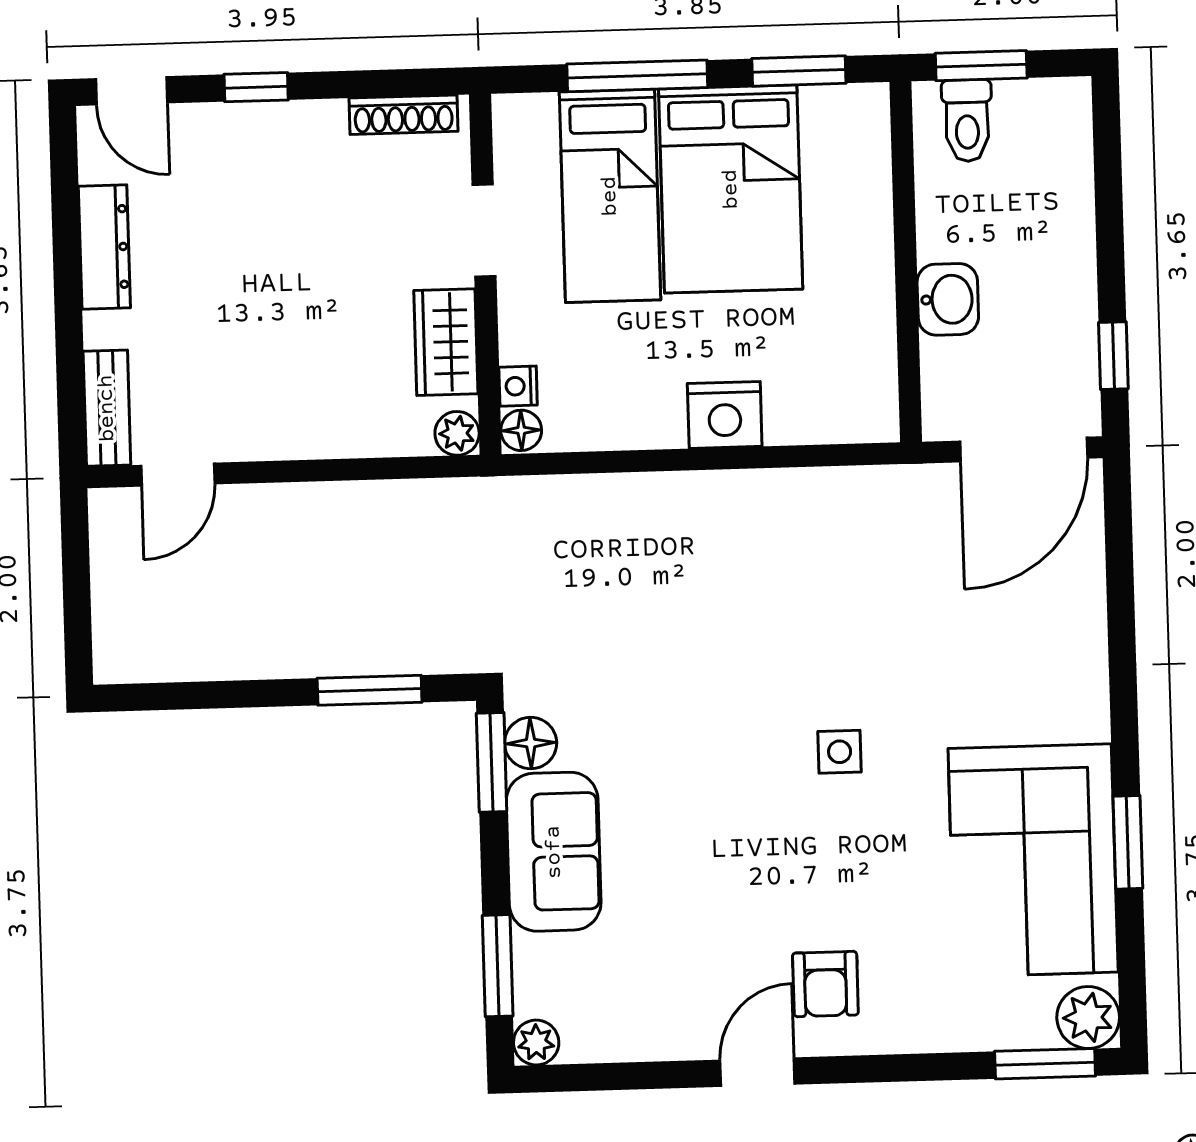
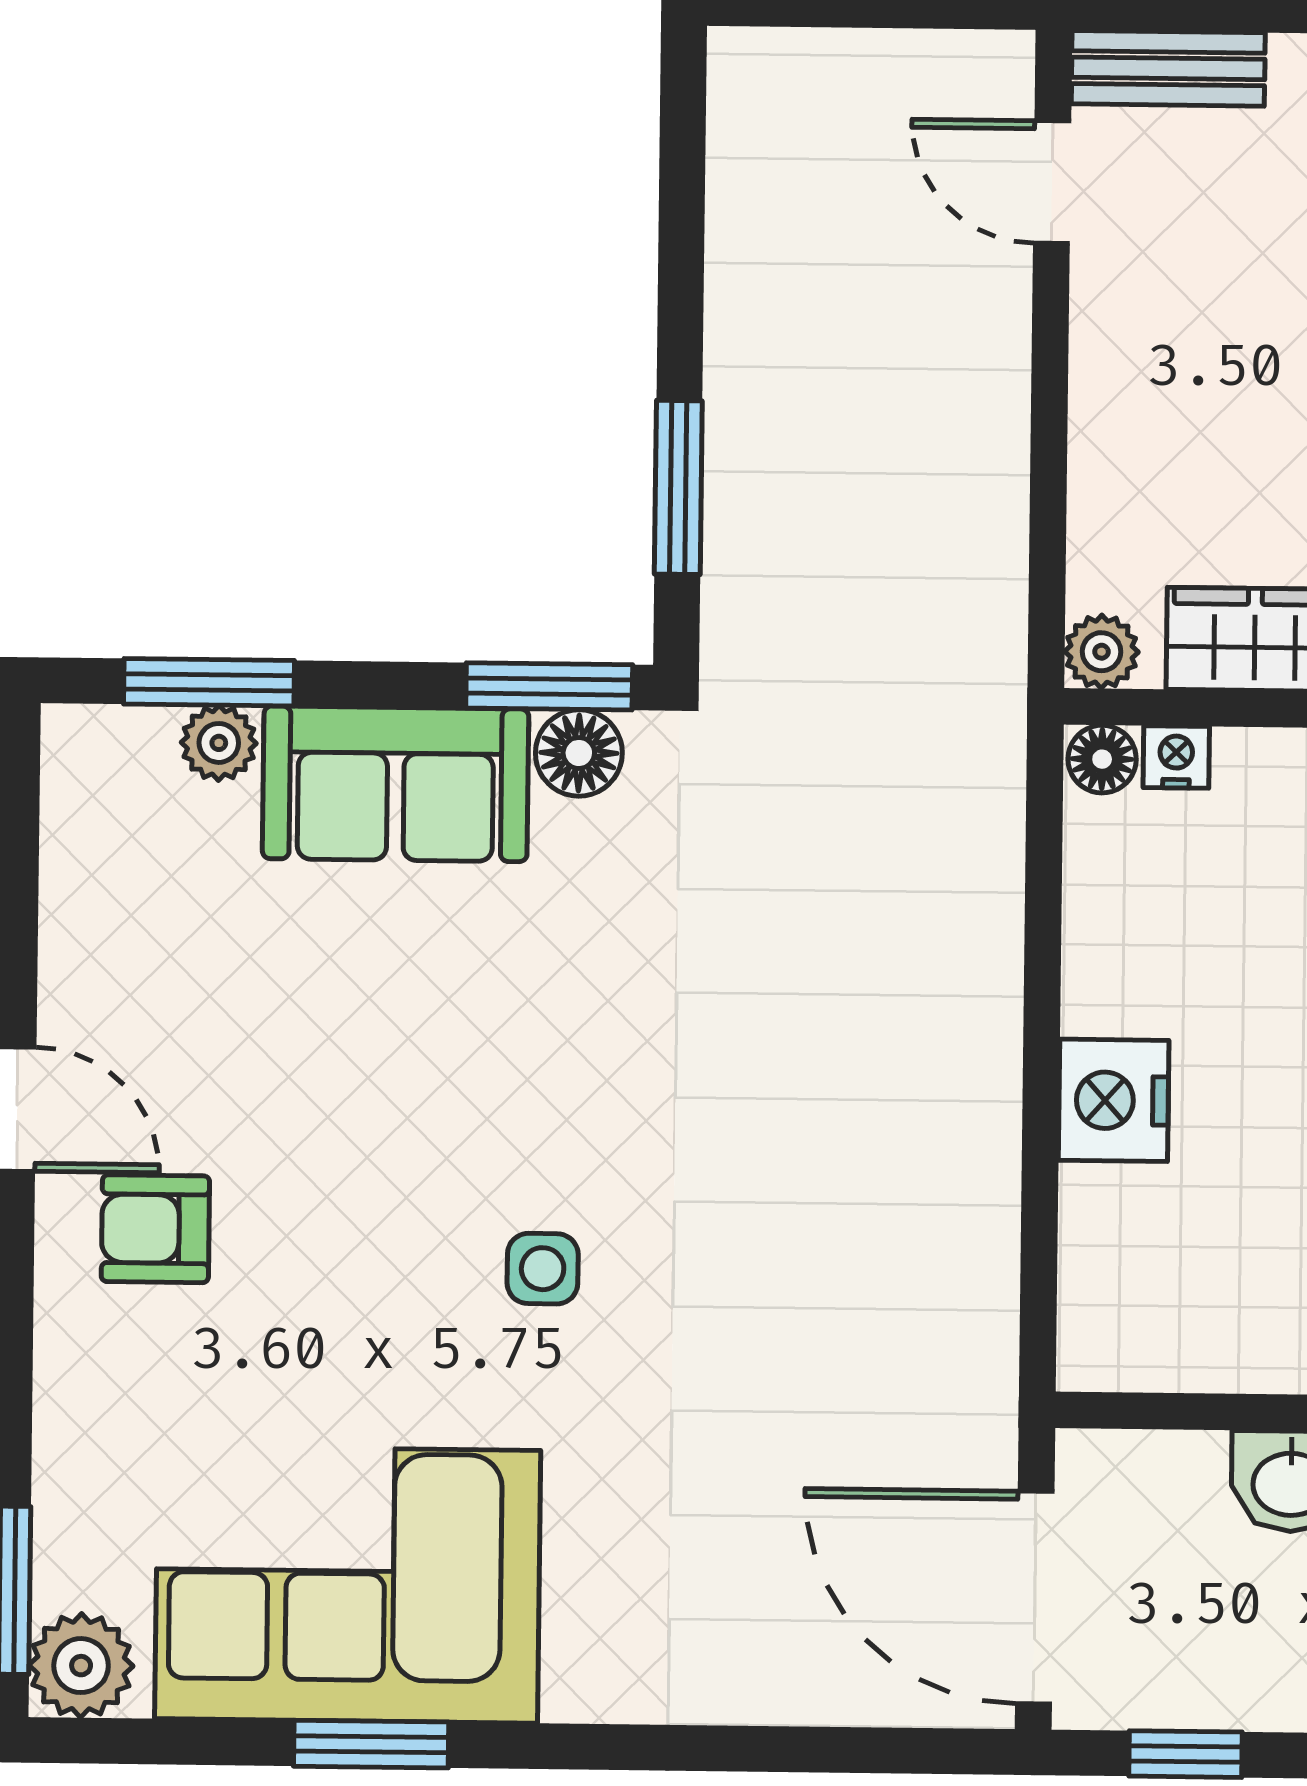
plant: (536, 1043) -> (219, 743), moved

